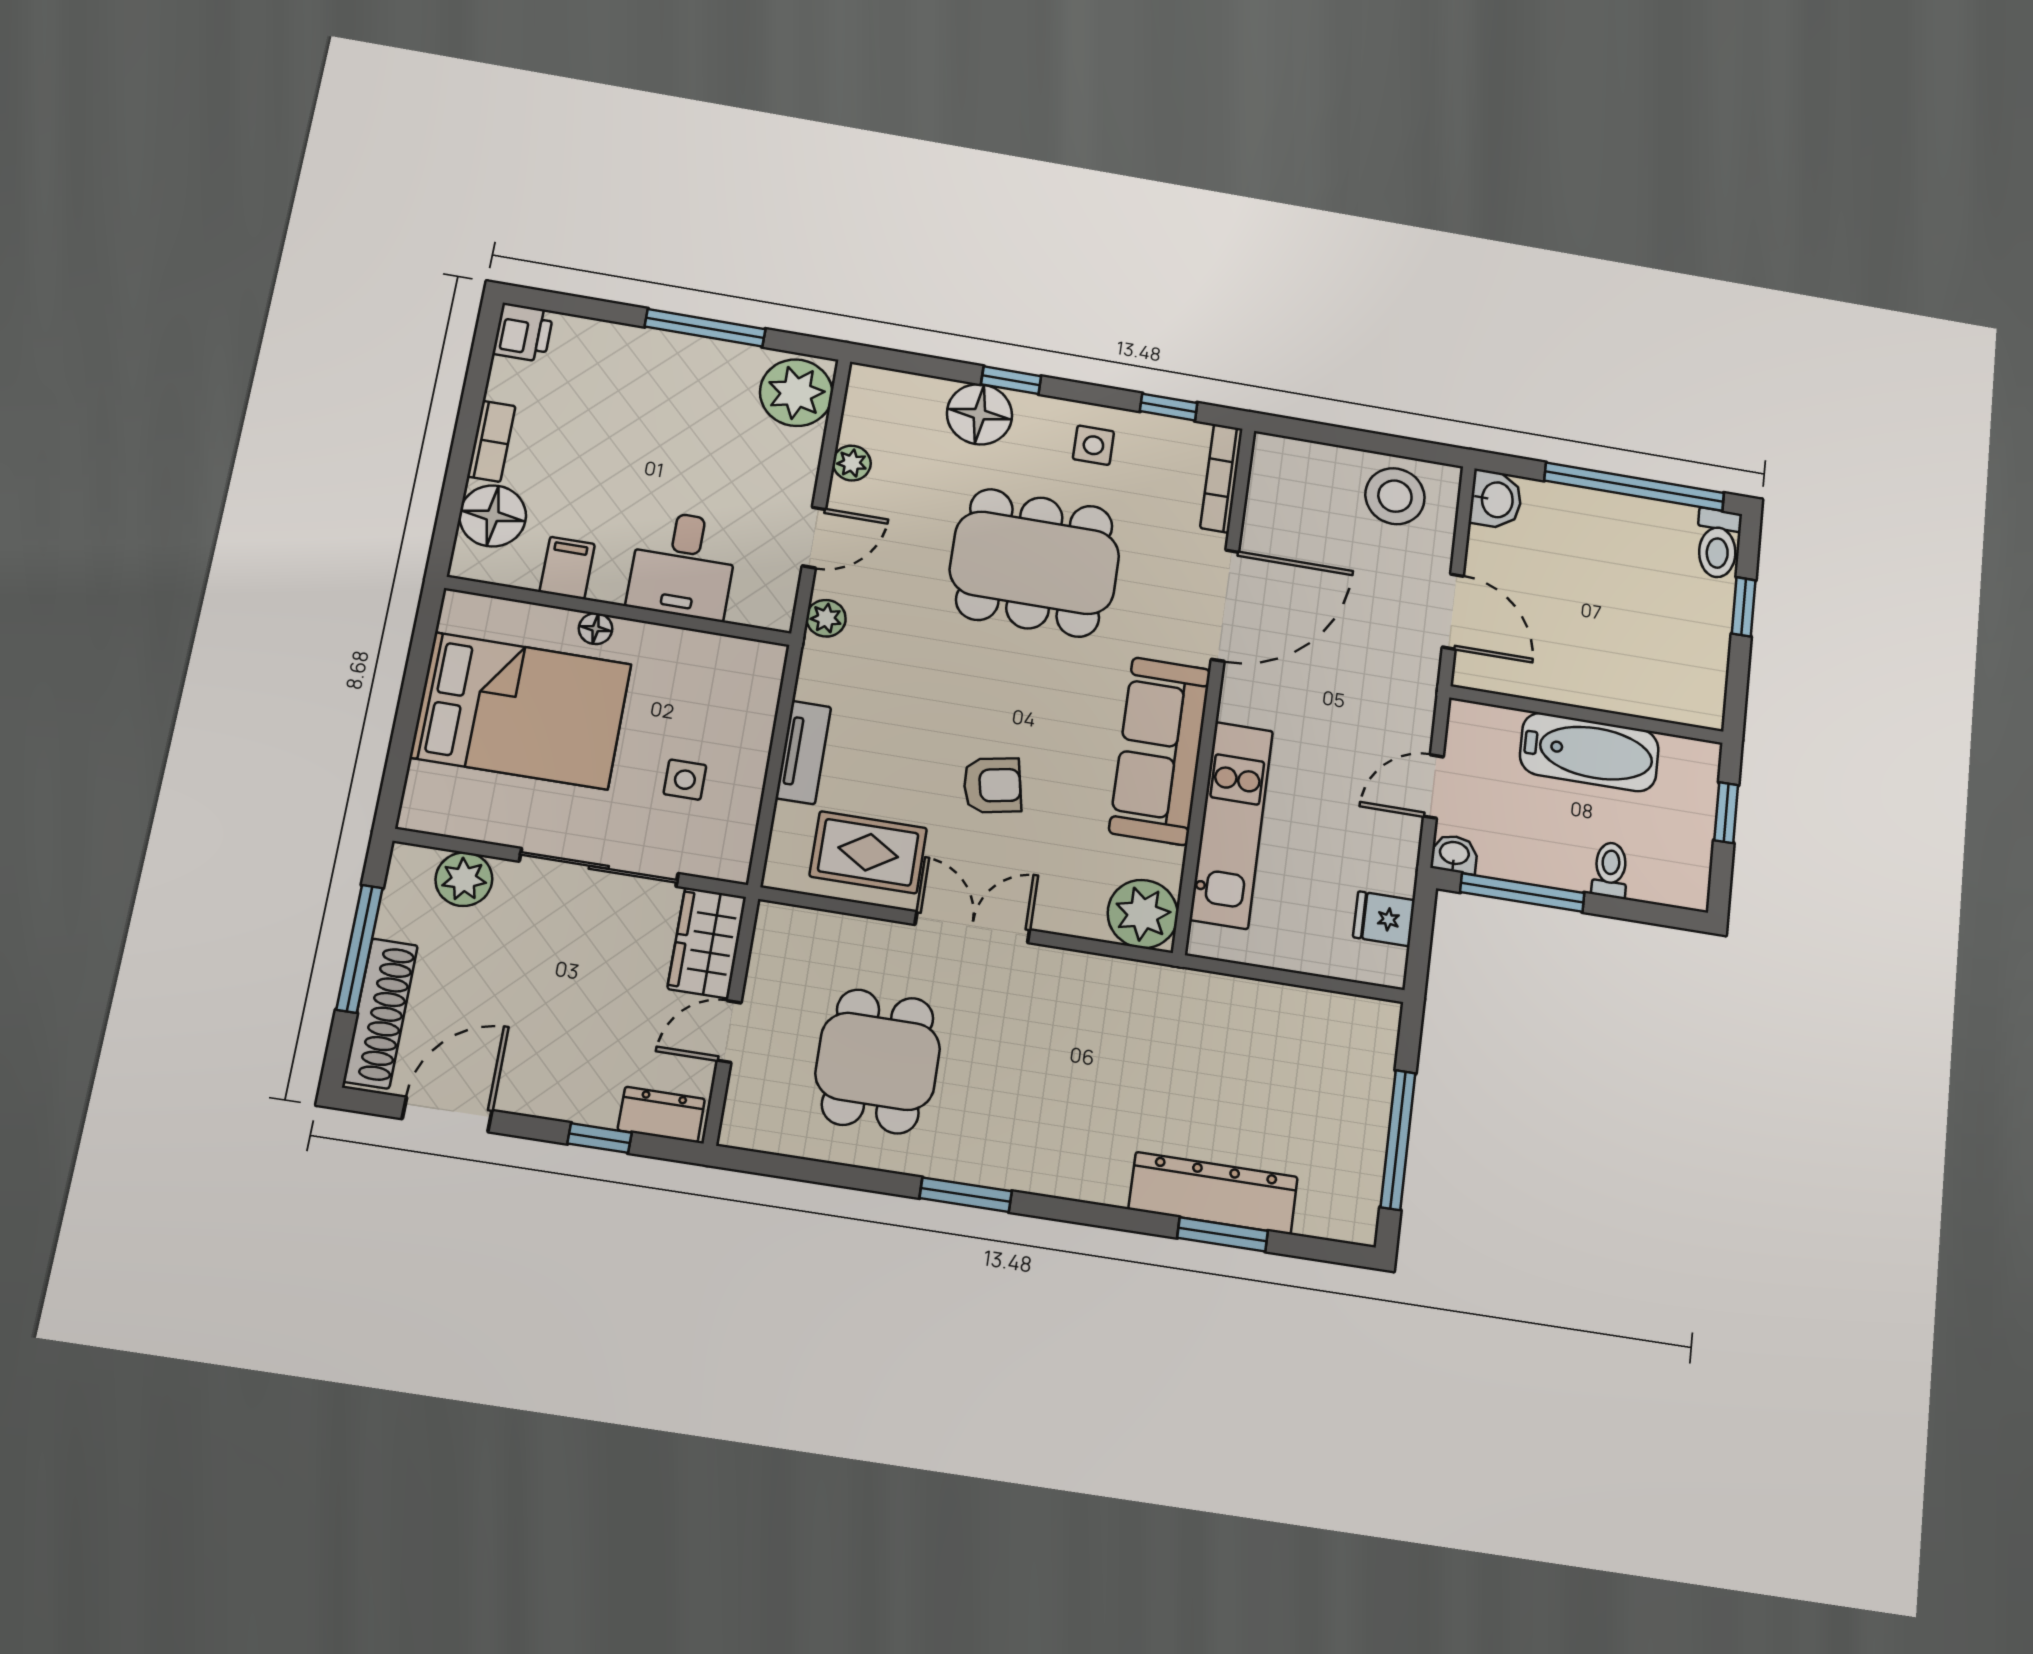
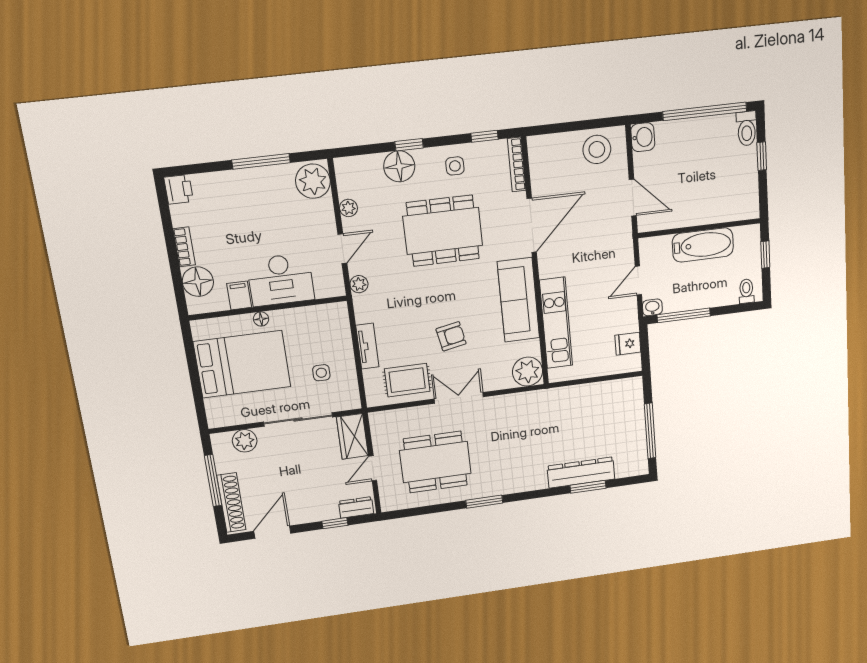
desk: (683, 565) -> (281, 280), width x1.37
toilet: (1610, 870) -> (746, 291), moved
dining table: (878, 1061) -> (435, 462), width x1.38

